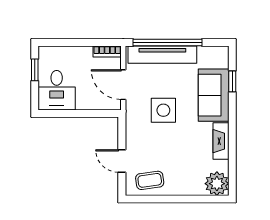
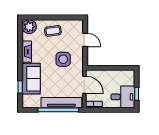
desk: (57, 90) -> (123, 97), moved, turned 90
side table: (163, 110) -> (63, 59), moved
coffee table: (150, 180) -> (53, 31), moved

